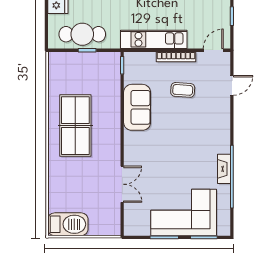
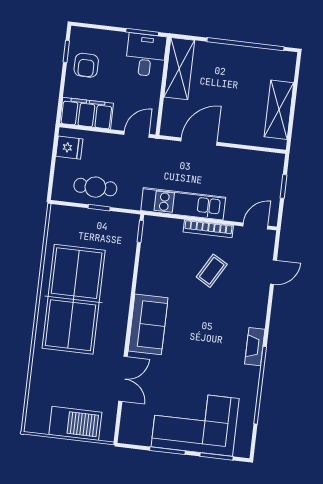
cafe table: (82, 34) -> (95, 187), width x0.73, depth x0.74
coffee table: (183, 90) -> (212, 271), turned -64
sofa: (137, 107) -> (148, 324), moved
table tennis table: (75, 126) -> (74, 299), width x1.36, depth x1.32
fireplace: (224, 169) -> (255, 347), moved
barbecue: (68, 224) -> (75, 423), moved

